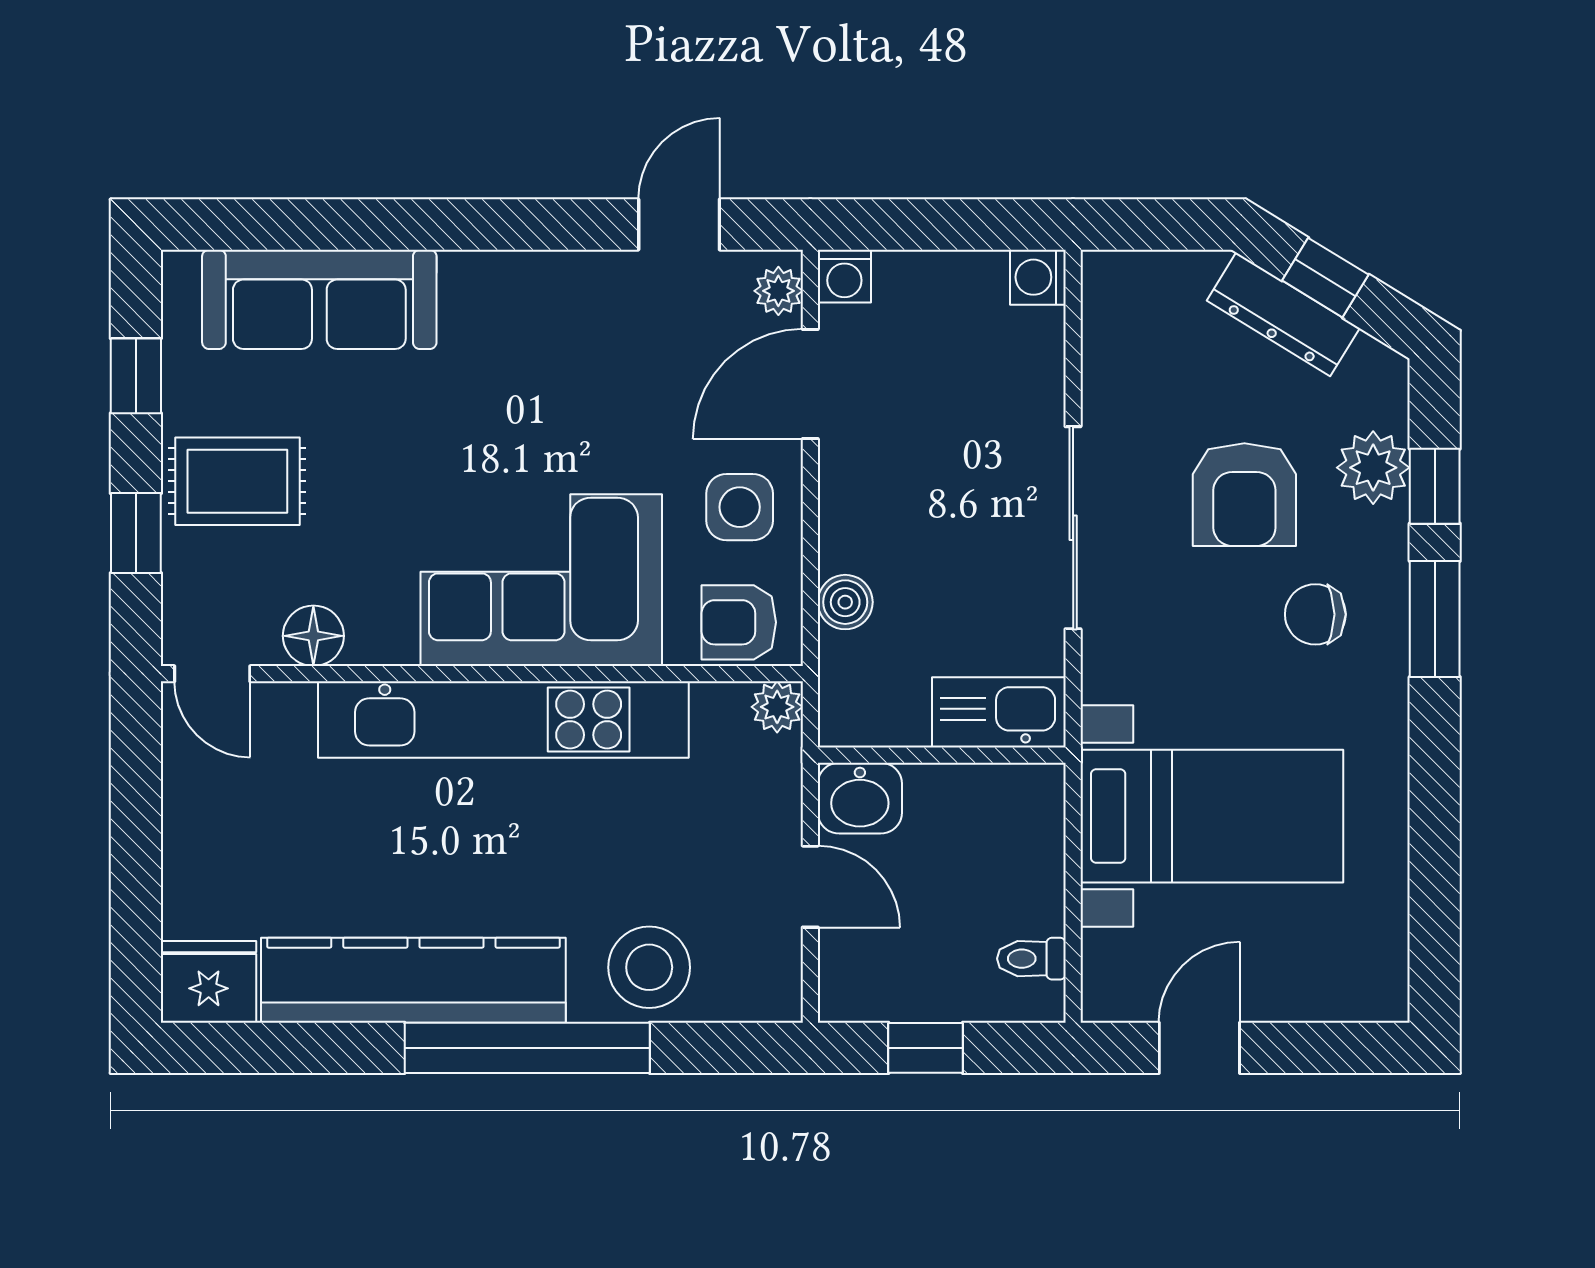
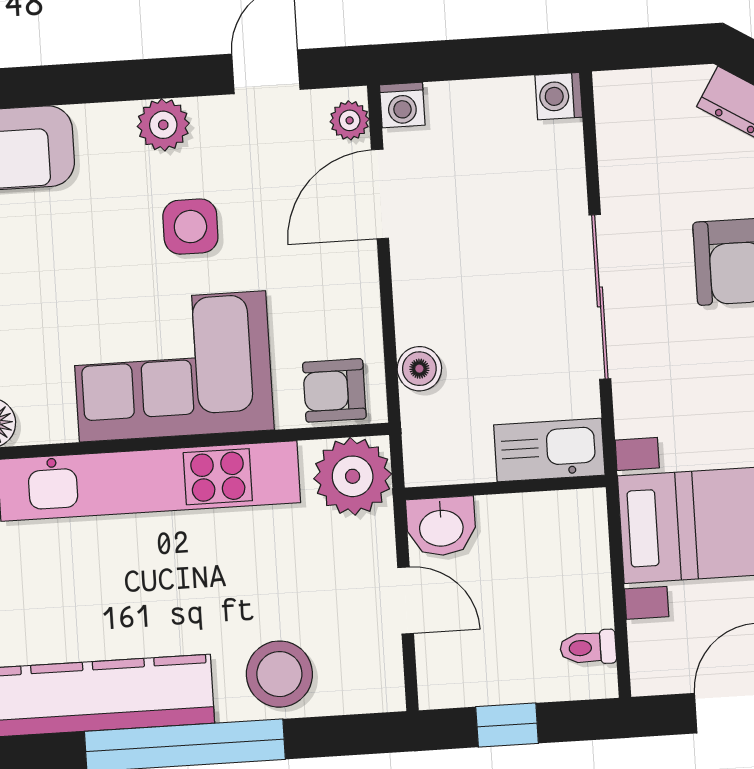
plant: (549, 282) -> (163, 125), added
side table: (740, 507) -> (190, 227), moved
plant: (777, 707) -> (353, 476), width x1.88, depth x1.88

